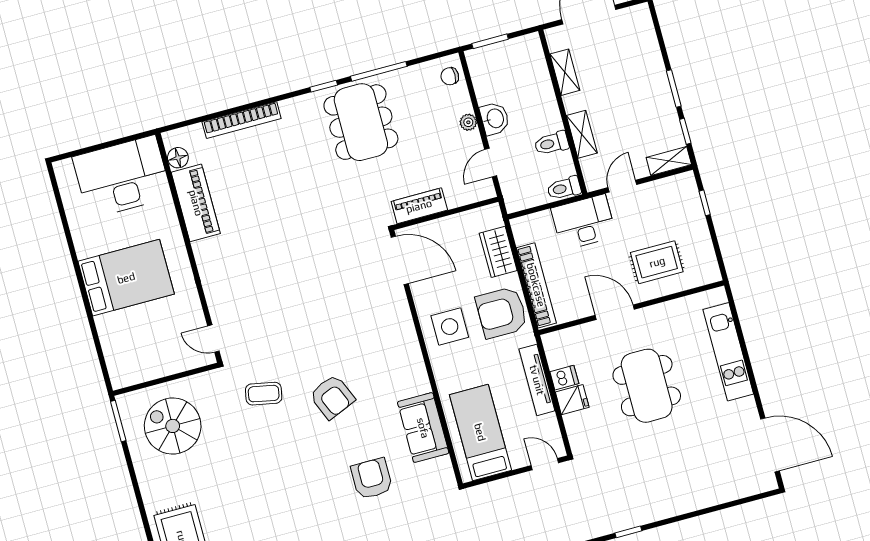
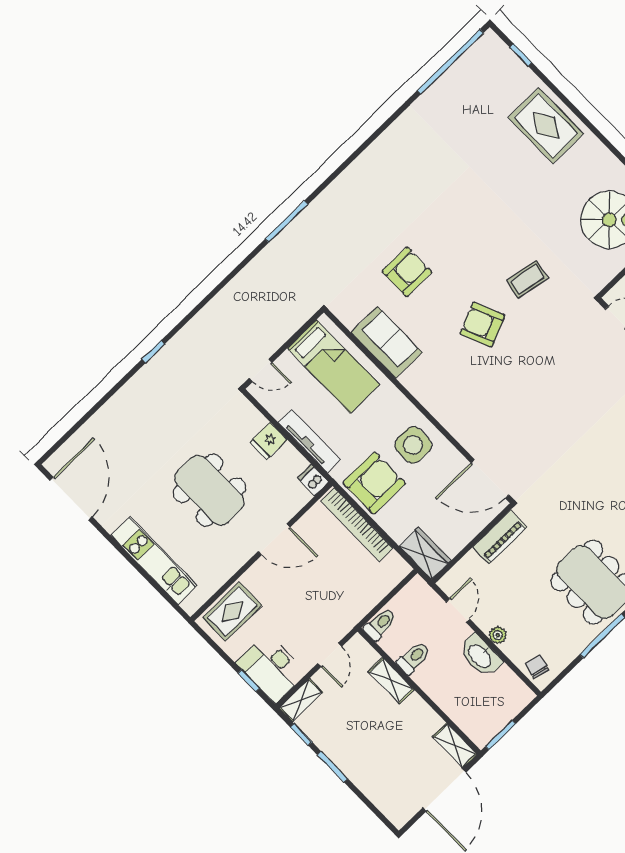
window: (490, 41) -> (501, 735), moved
shelving: (565, 72) -> (455, 745), moved
chair: (450, 76) -> (537, 667), turned -76
washbasin: (495, 119) -> (480, 656), width x1.38
desk: (584, 222) -> (271, 668), moved, turned 90
wardrobe: (498, 252) -> (425, 553), moved
rug: (657, 262) -> (232, 612), moved
dishwasher: (564, 378) -> (313, 480), moved, turned 90
coffee table: (264, 394) -> (527, 279), moved
door: (770, 445) -> (71, 499), swing flipped
armchair: (372, 479) -> (407, 272), turned -90

